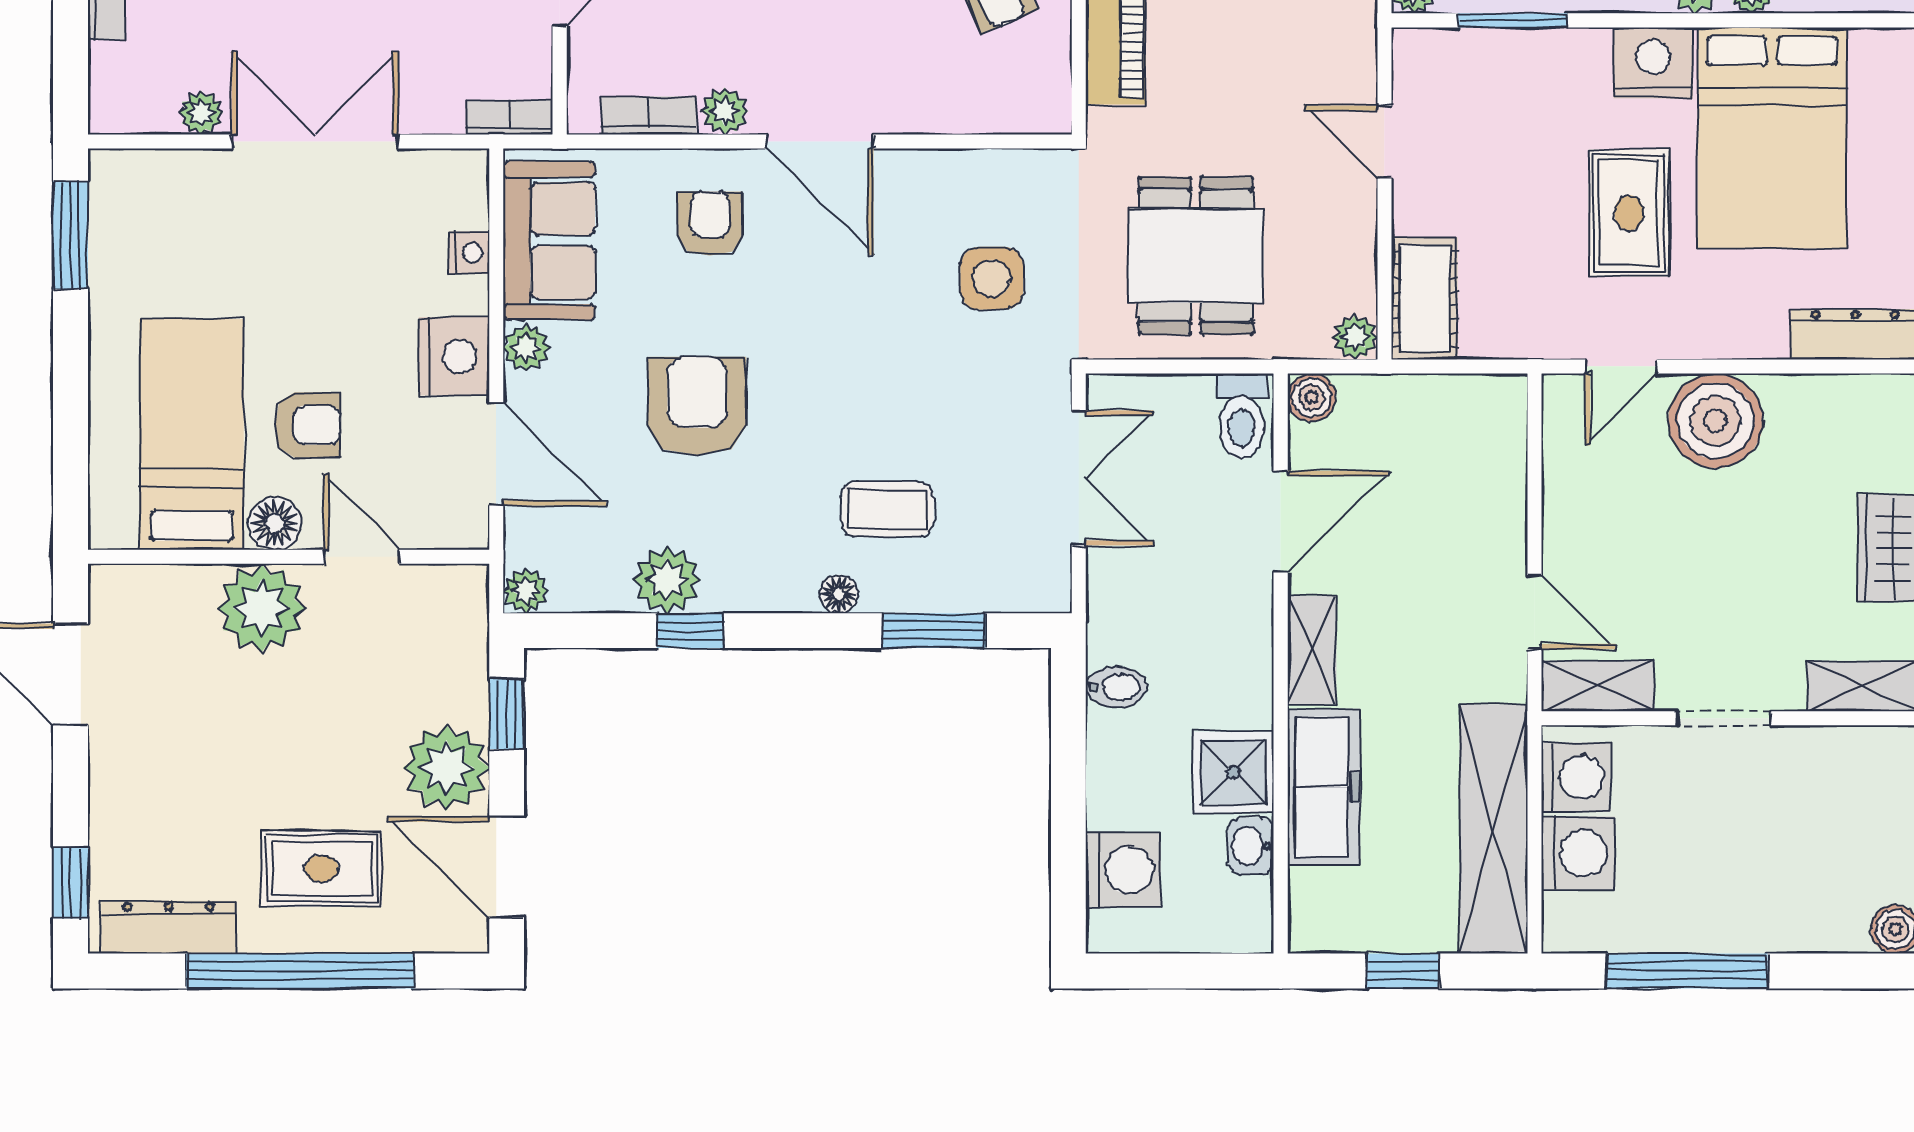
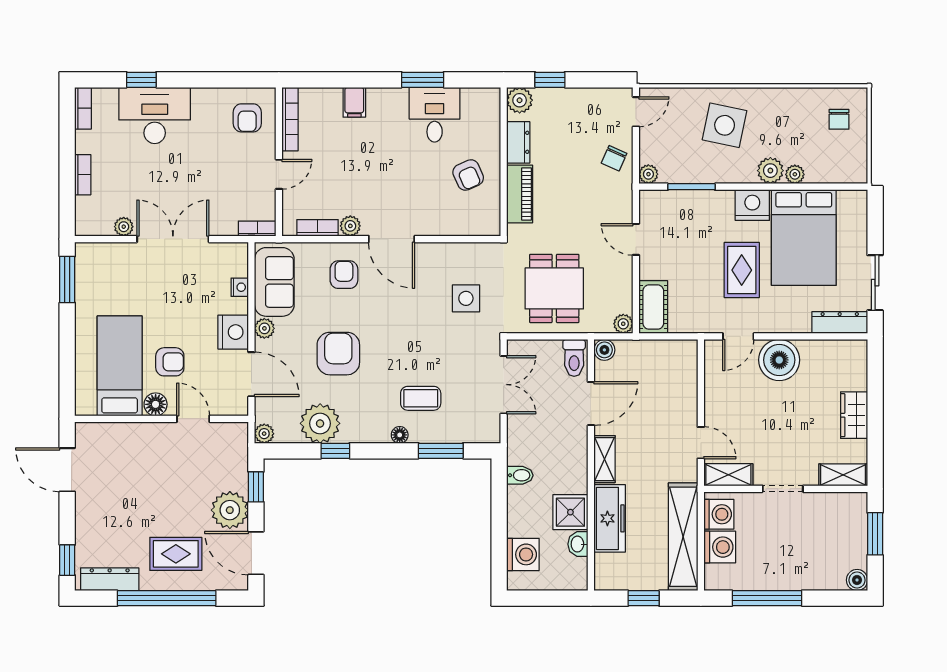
plant: (667, 580) -> (320, 423), width x1.36, depth x1.36
plant: (261, 608) -> (150, 441), removed

